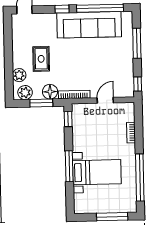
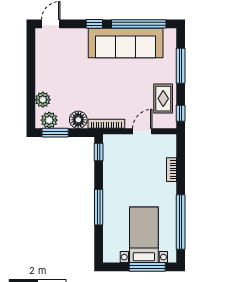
rug: (41, 59) -> (163, 99), moved
window: (41, 103) -> (55, 133), moved
bed with nightstands: (97, 172) -> (144, 235), moved, turned -90

